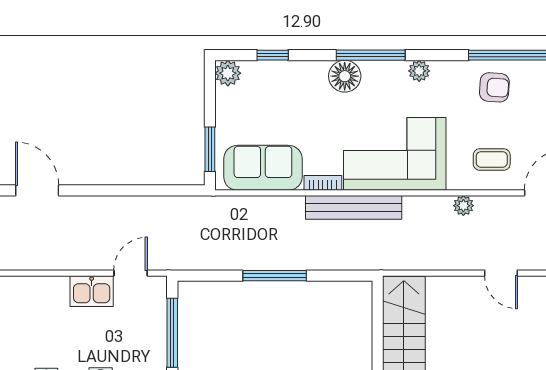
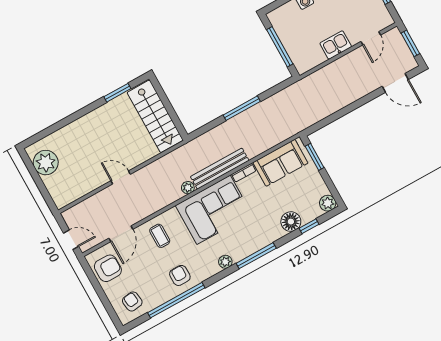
floor lamp: (345, 76) -> (291, 222), moved
armchair: (494, 87) -> (180, 275), turned 86
coffee table: (492, 159) -> (160, 236), turned 90
plant: (463, 206) -> (188, 188), moved
door: (131, 273) -> (371, 38), moved

